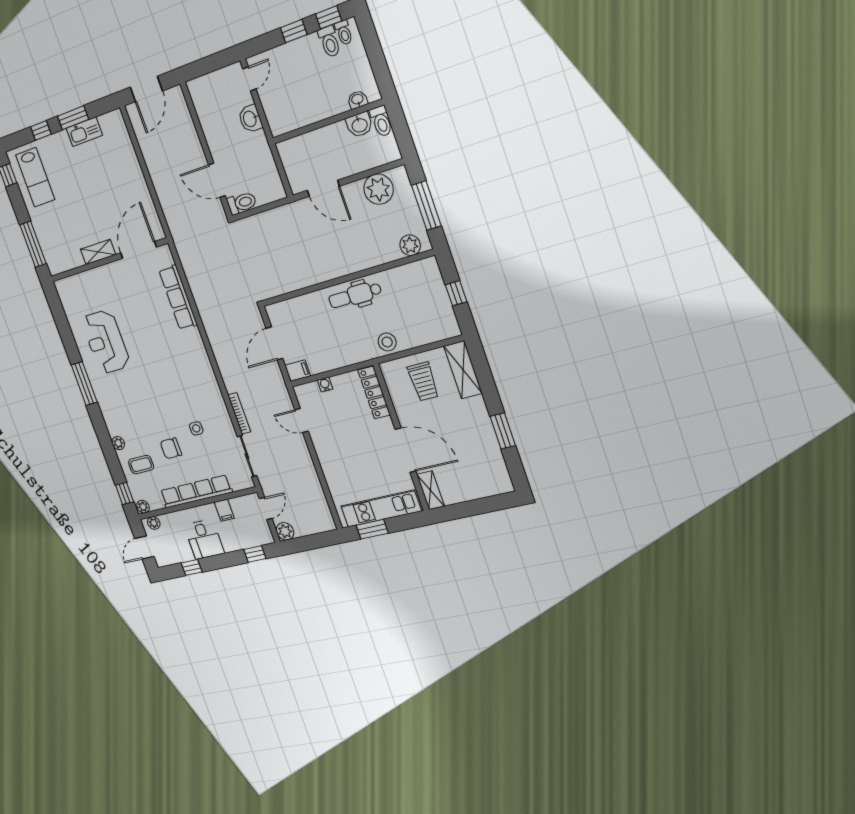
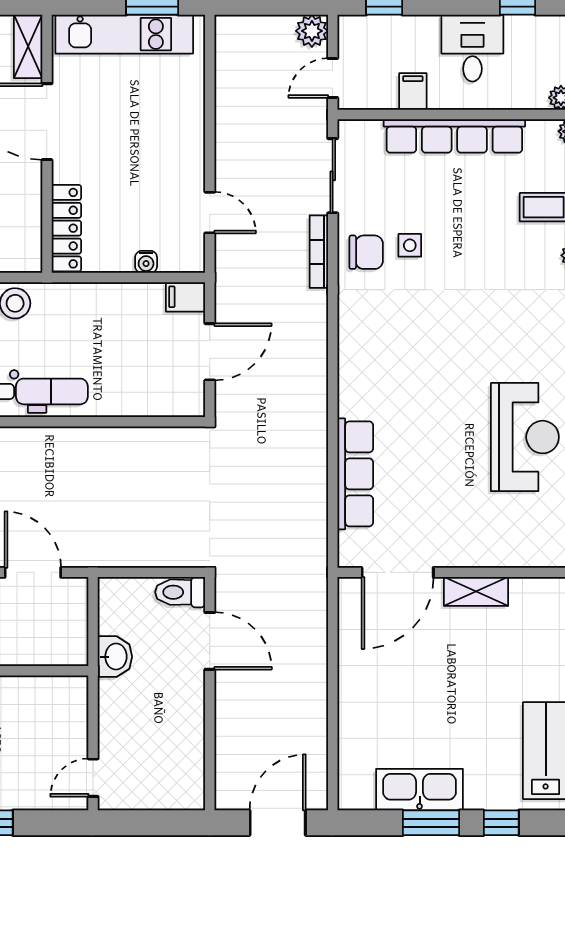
washbasin: (250, 119) -> (115, 657), moved
kitchen sink: (84, 132) -> (420, 790), width x1.36, depth x1.24
chair: (171, 448) -> (366, 252), moved

